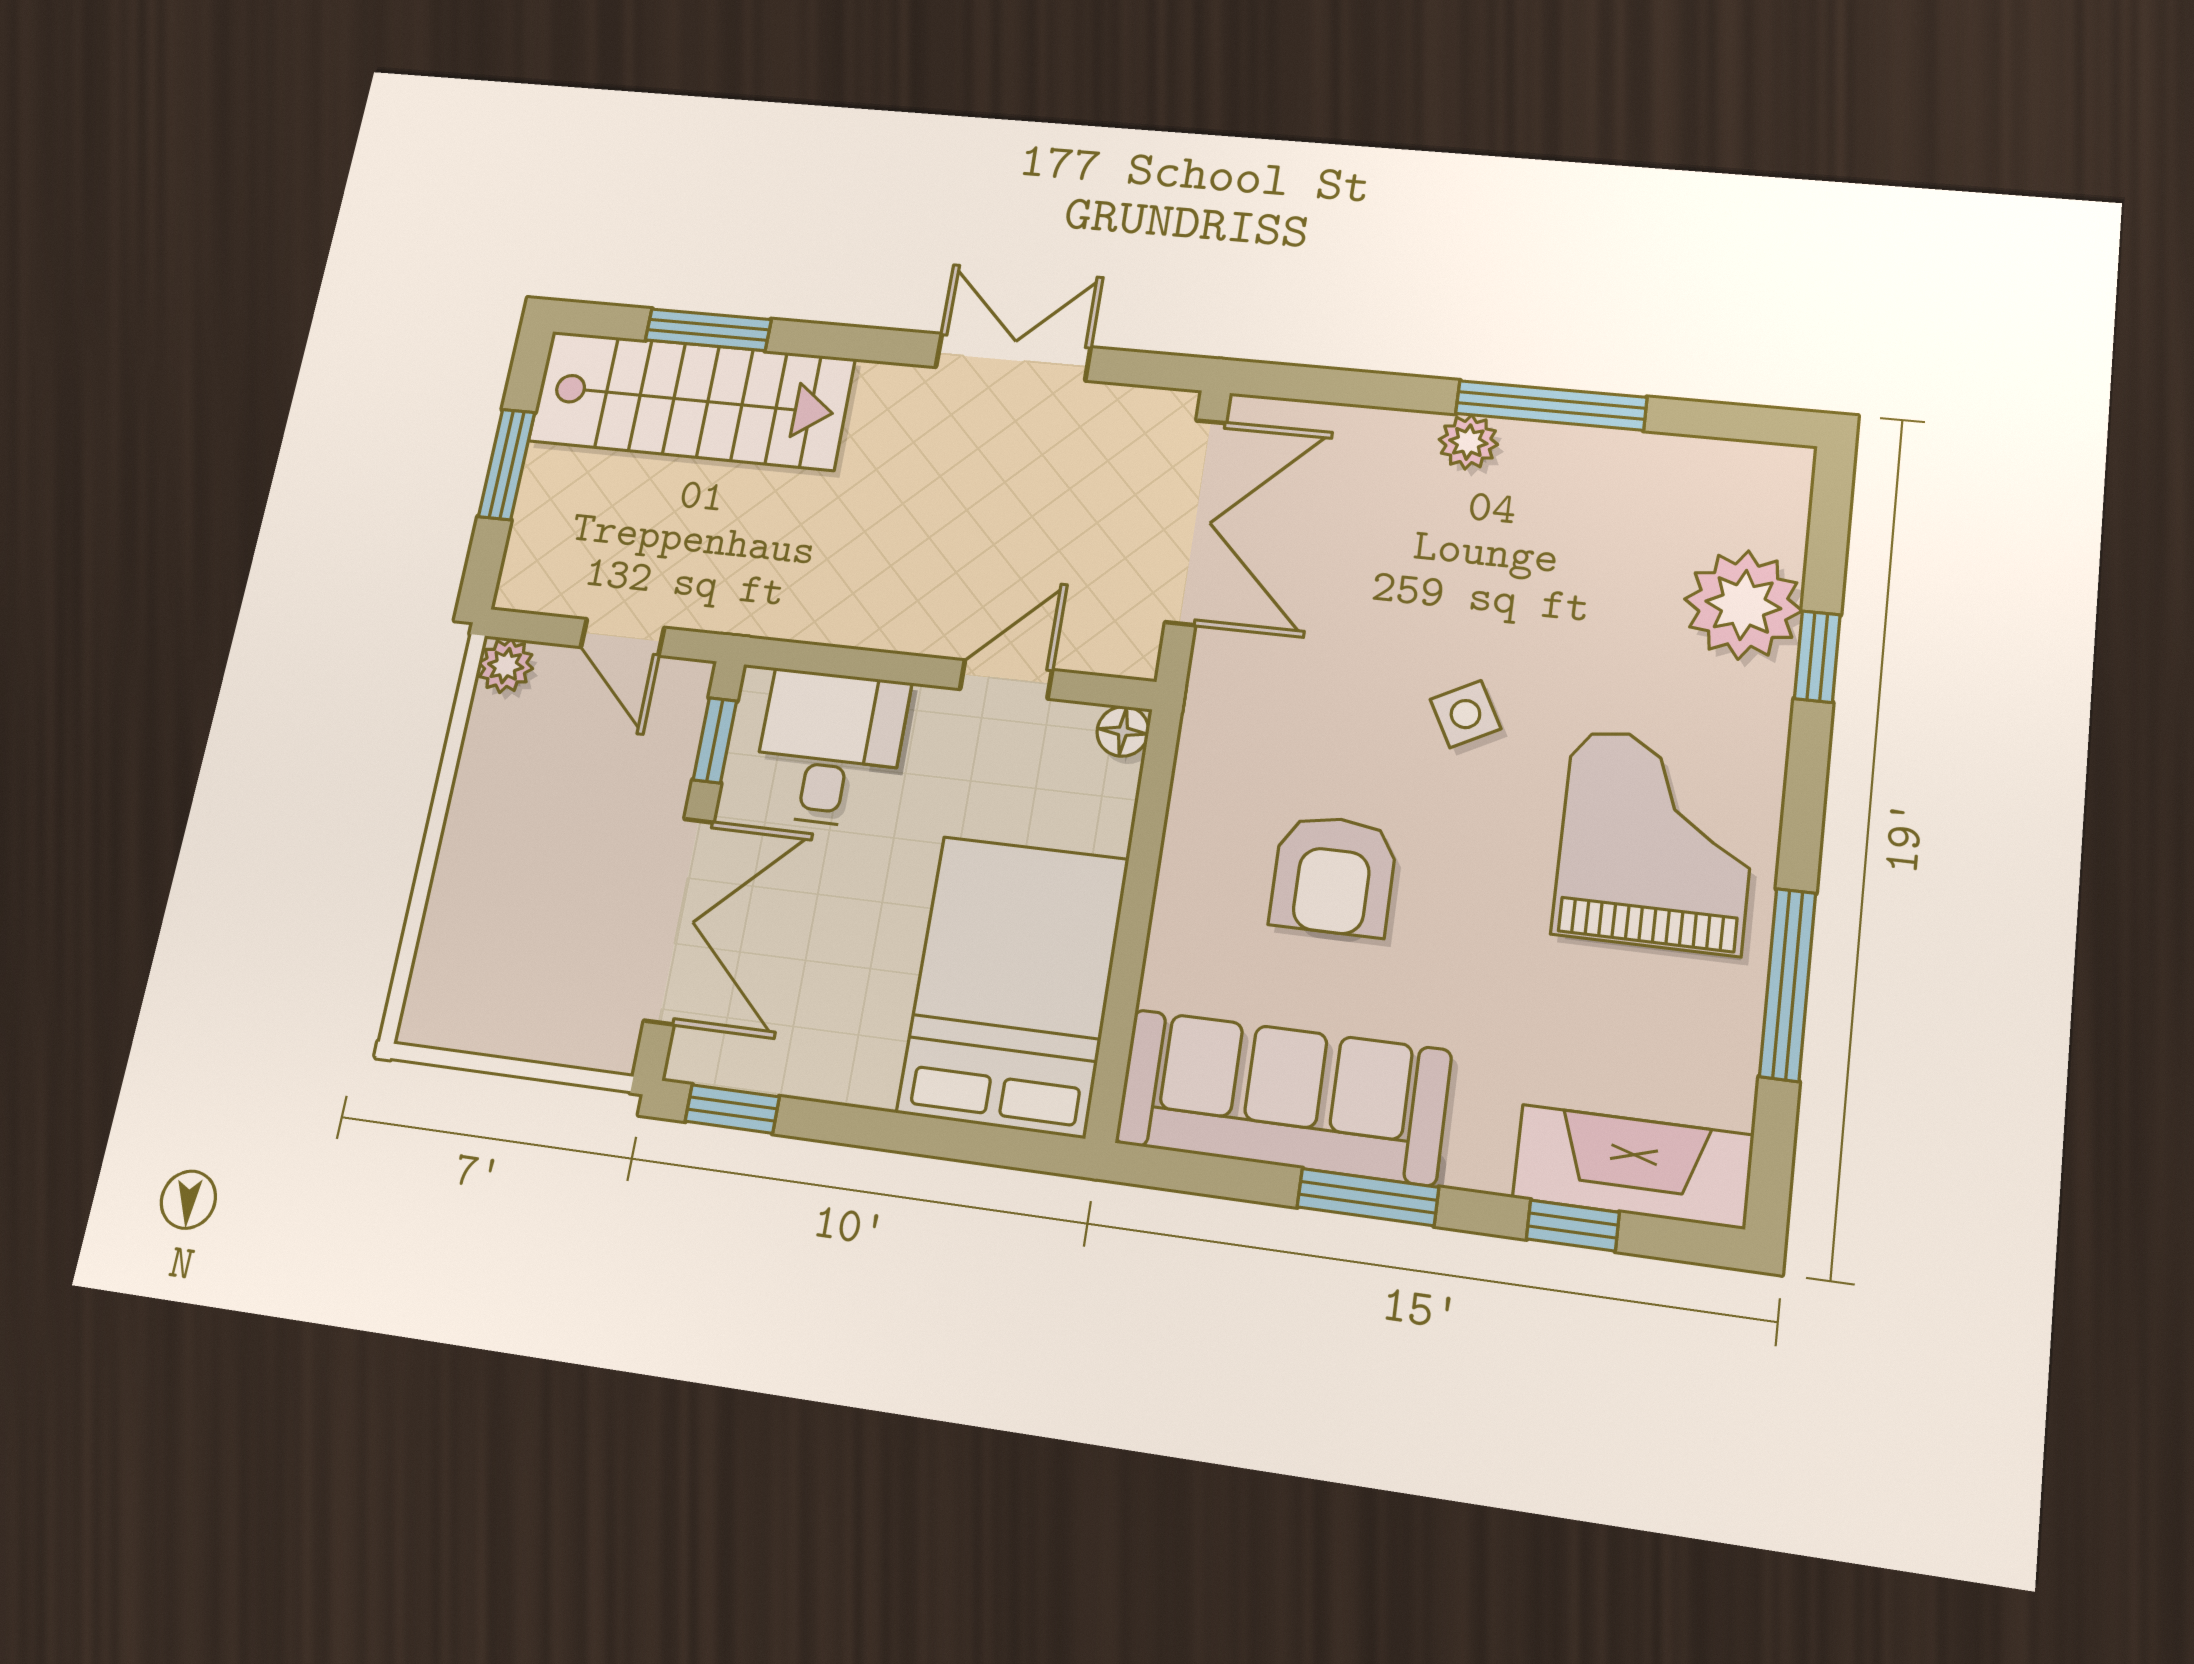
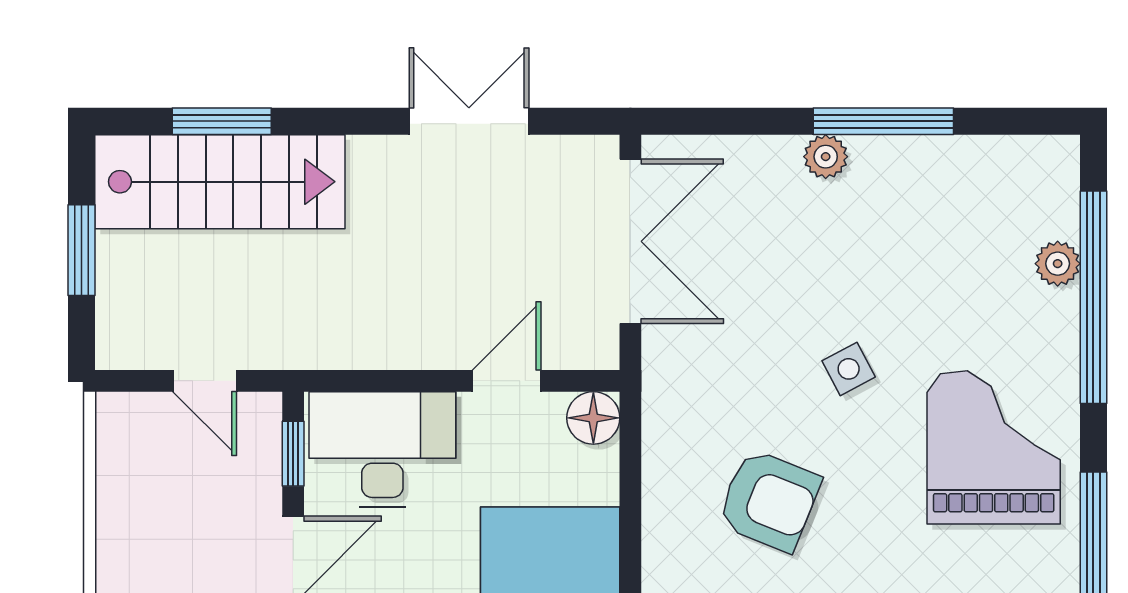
plant: (1743, 605) -> (1058, 264), width x0.53, depth x0.53
window: (1817, 657) -> (1093, 297), width x3.17
plant: (506, 666) -> (117, 414), removed
floor lamp: (1123, 731) -> (593, 418), width x1.37, depth x1.37
desk: (830, 748) -> (382, 449), width x1.37
armchair: (1333, 875) -> (769, 500), turned -68

